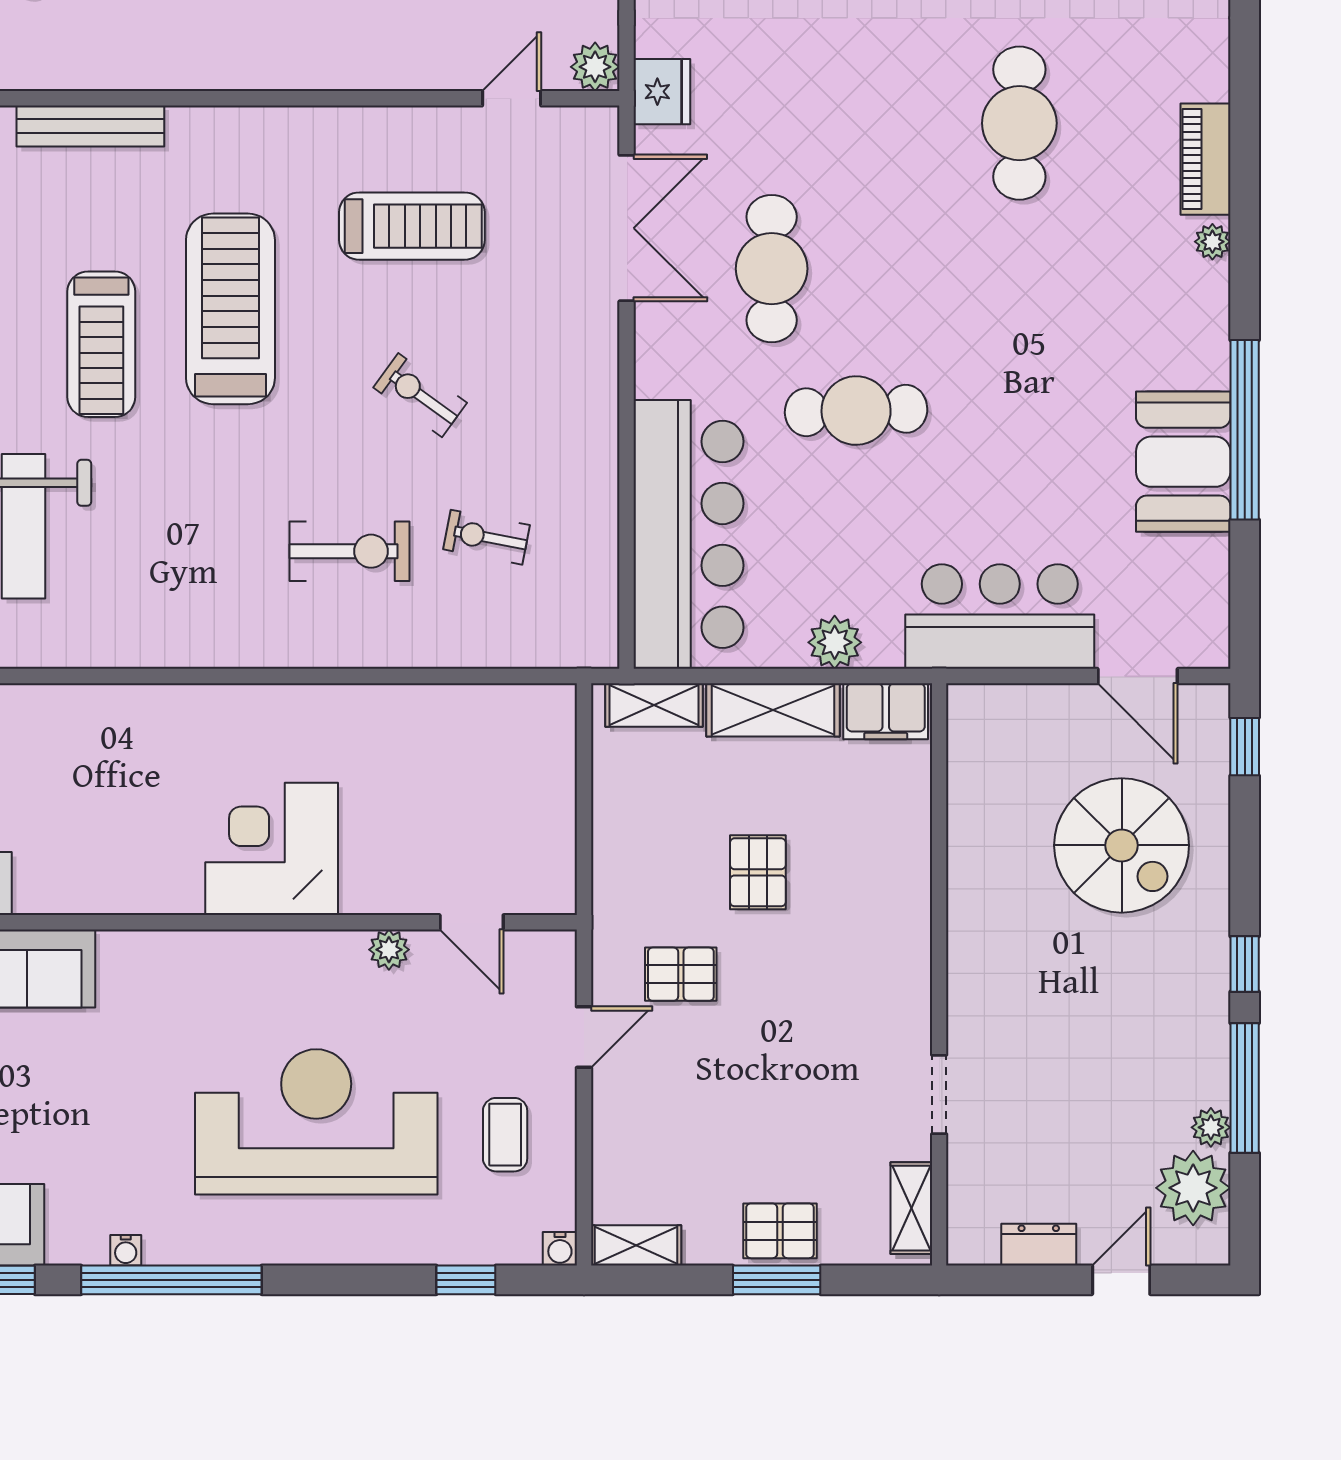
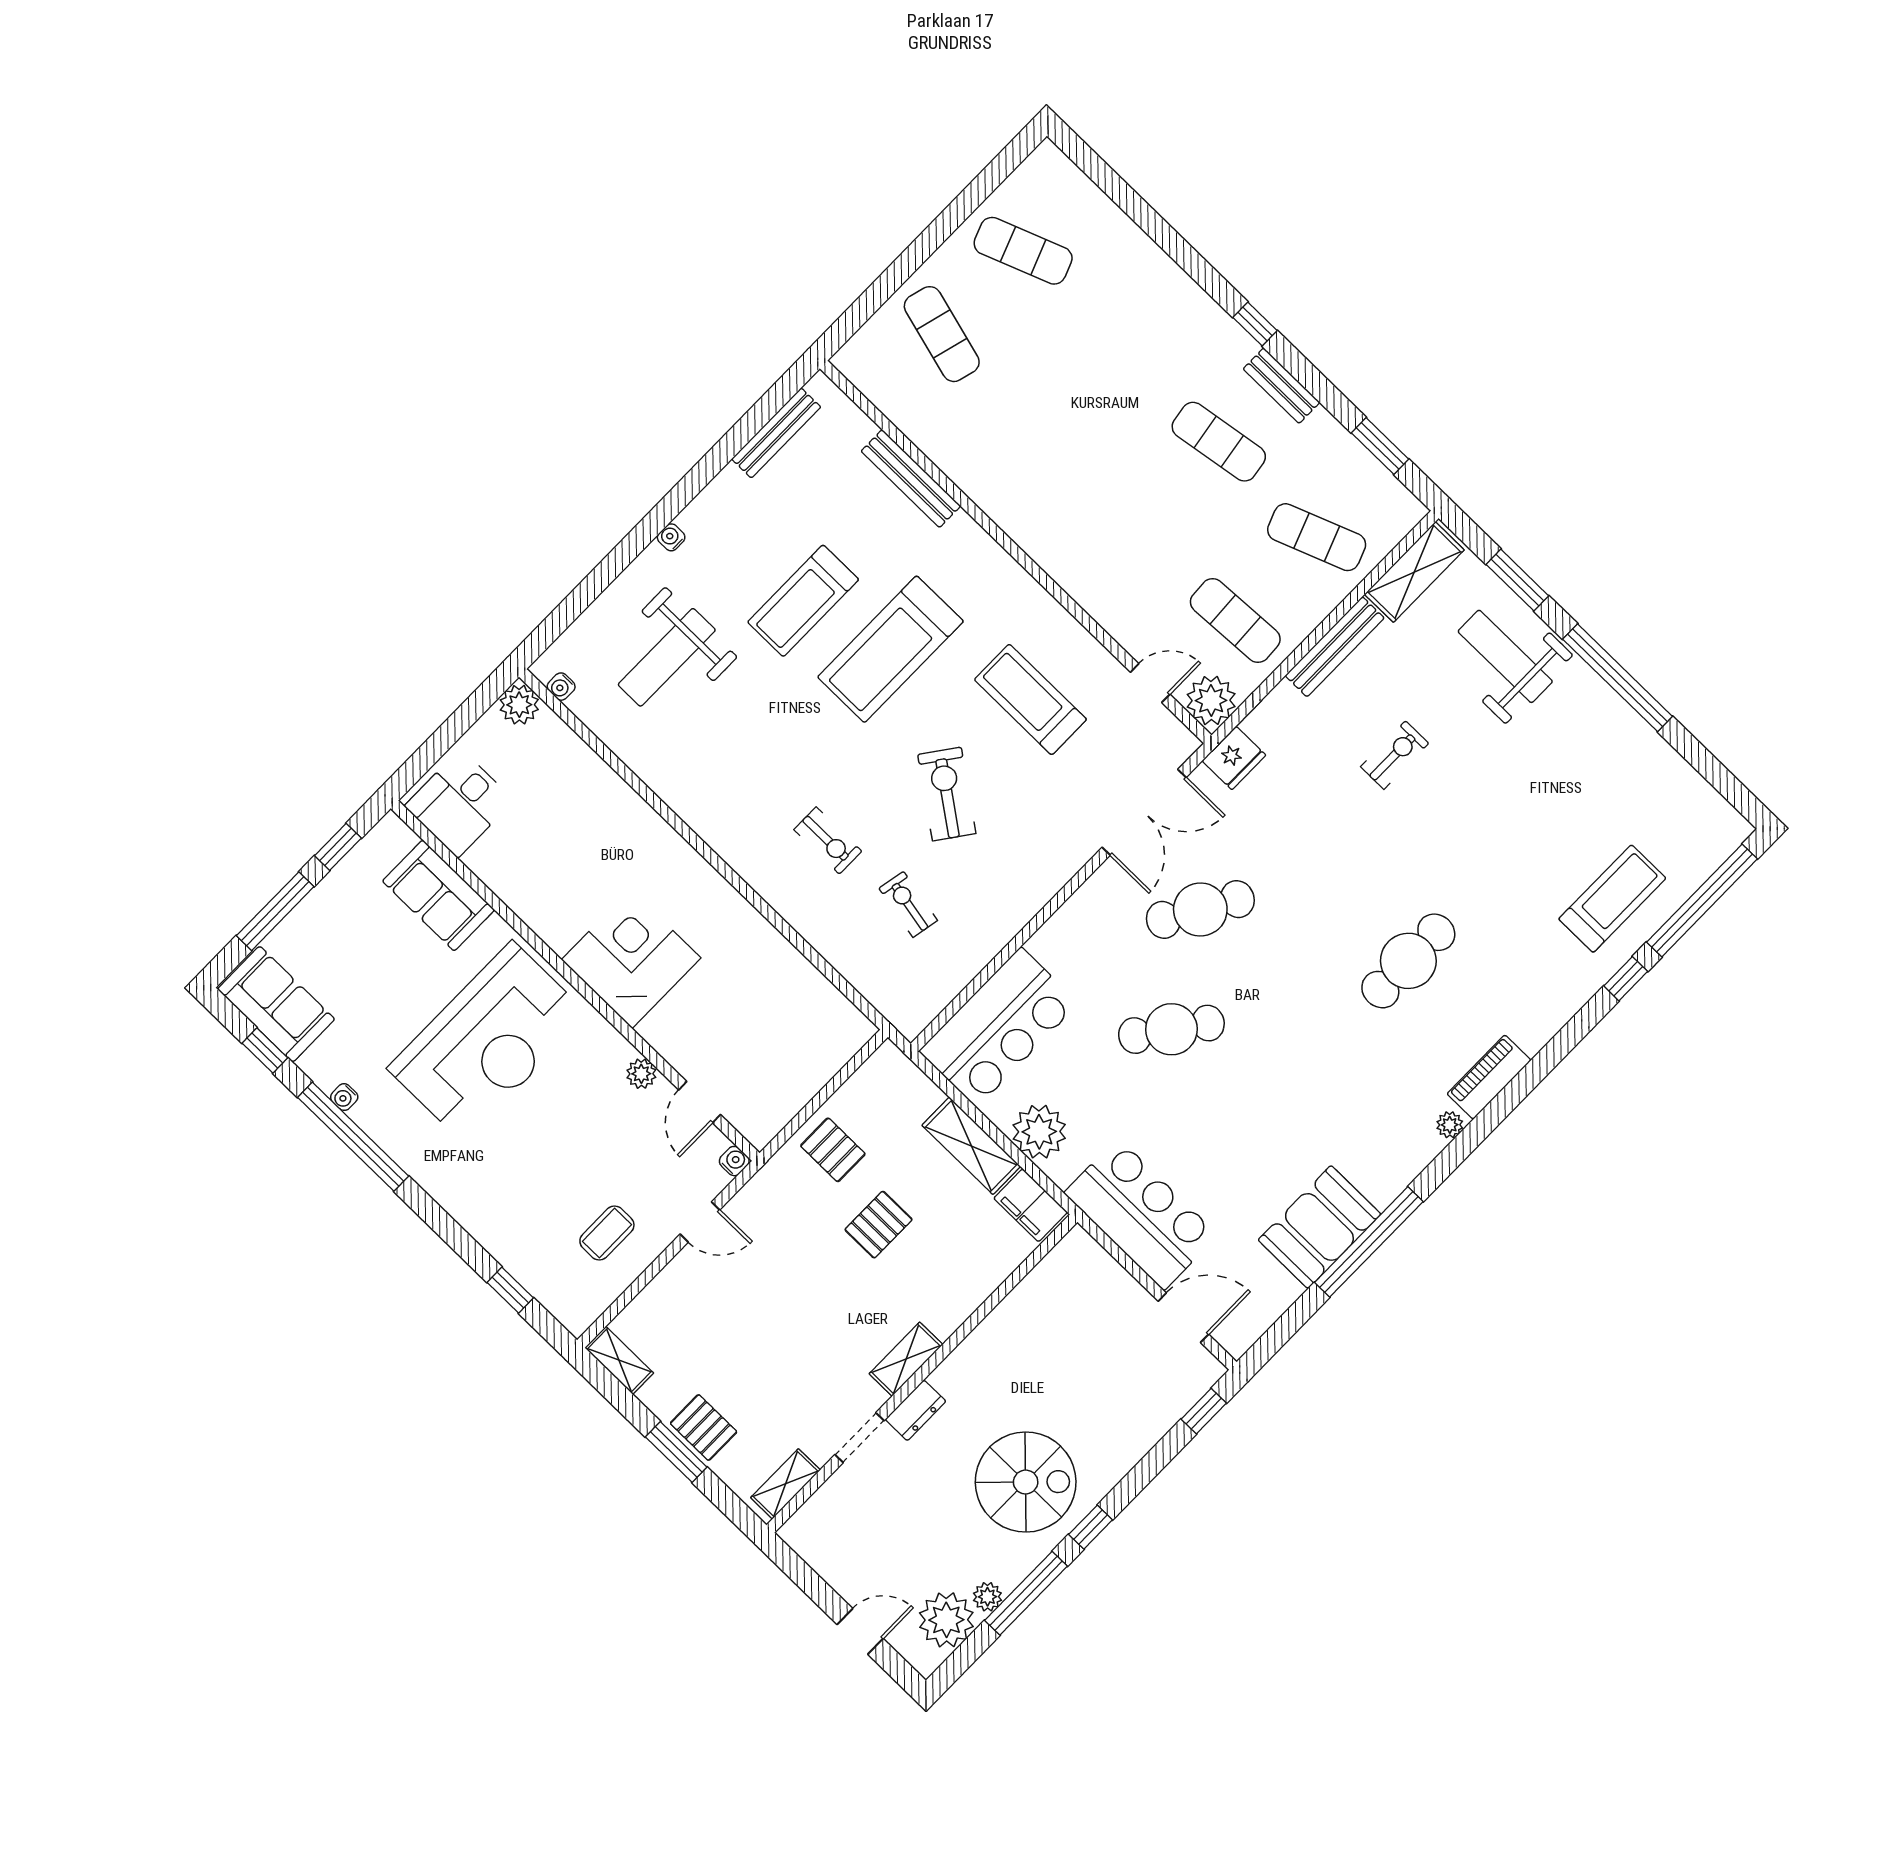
plant: (595, 67) -> (1211, 700), width x1.36, depth x1.36
treadmill: (412, 226) -> (1030, 699), turned 180
cafe table: (772, 269) -> (1200, 910), turned 30
treadmill: (230, 309) -> (890, 649), turned 180
exercise bike: (420, 395) -> (947, 794), width x1.38, depth x1.39
cafe table: (856, 411) -> (1171, 1029), turned -52
bar counter: (689, 534) -> (999, 1027), width x0.73
exercise bike: (349, 551) -> (828, 840), width x0.73, depth x0.72
plant: (835, 642) -> (1039, 1132), width x1.36, depth x1.36
door: (1138, 676) -> (1183, 1318), swing flipped
shelving: (654, 705) -> (906, 1359), moved, turned 90
spiral stairs: (1122, 845) -> (1026, 1482), moved, turned -90
pallet: (681, 974) -> (833, 1150), moved
reception desk: (316, 1122) -> (488, 1042), moved, turned 90
dresser: (1039, 1245) -> (916, 1410), moved, turned 90
water cooler: (560, 1249) -> (734, 1161), moved, turned 180

